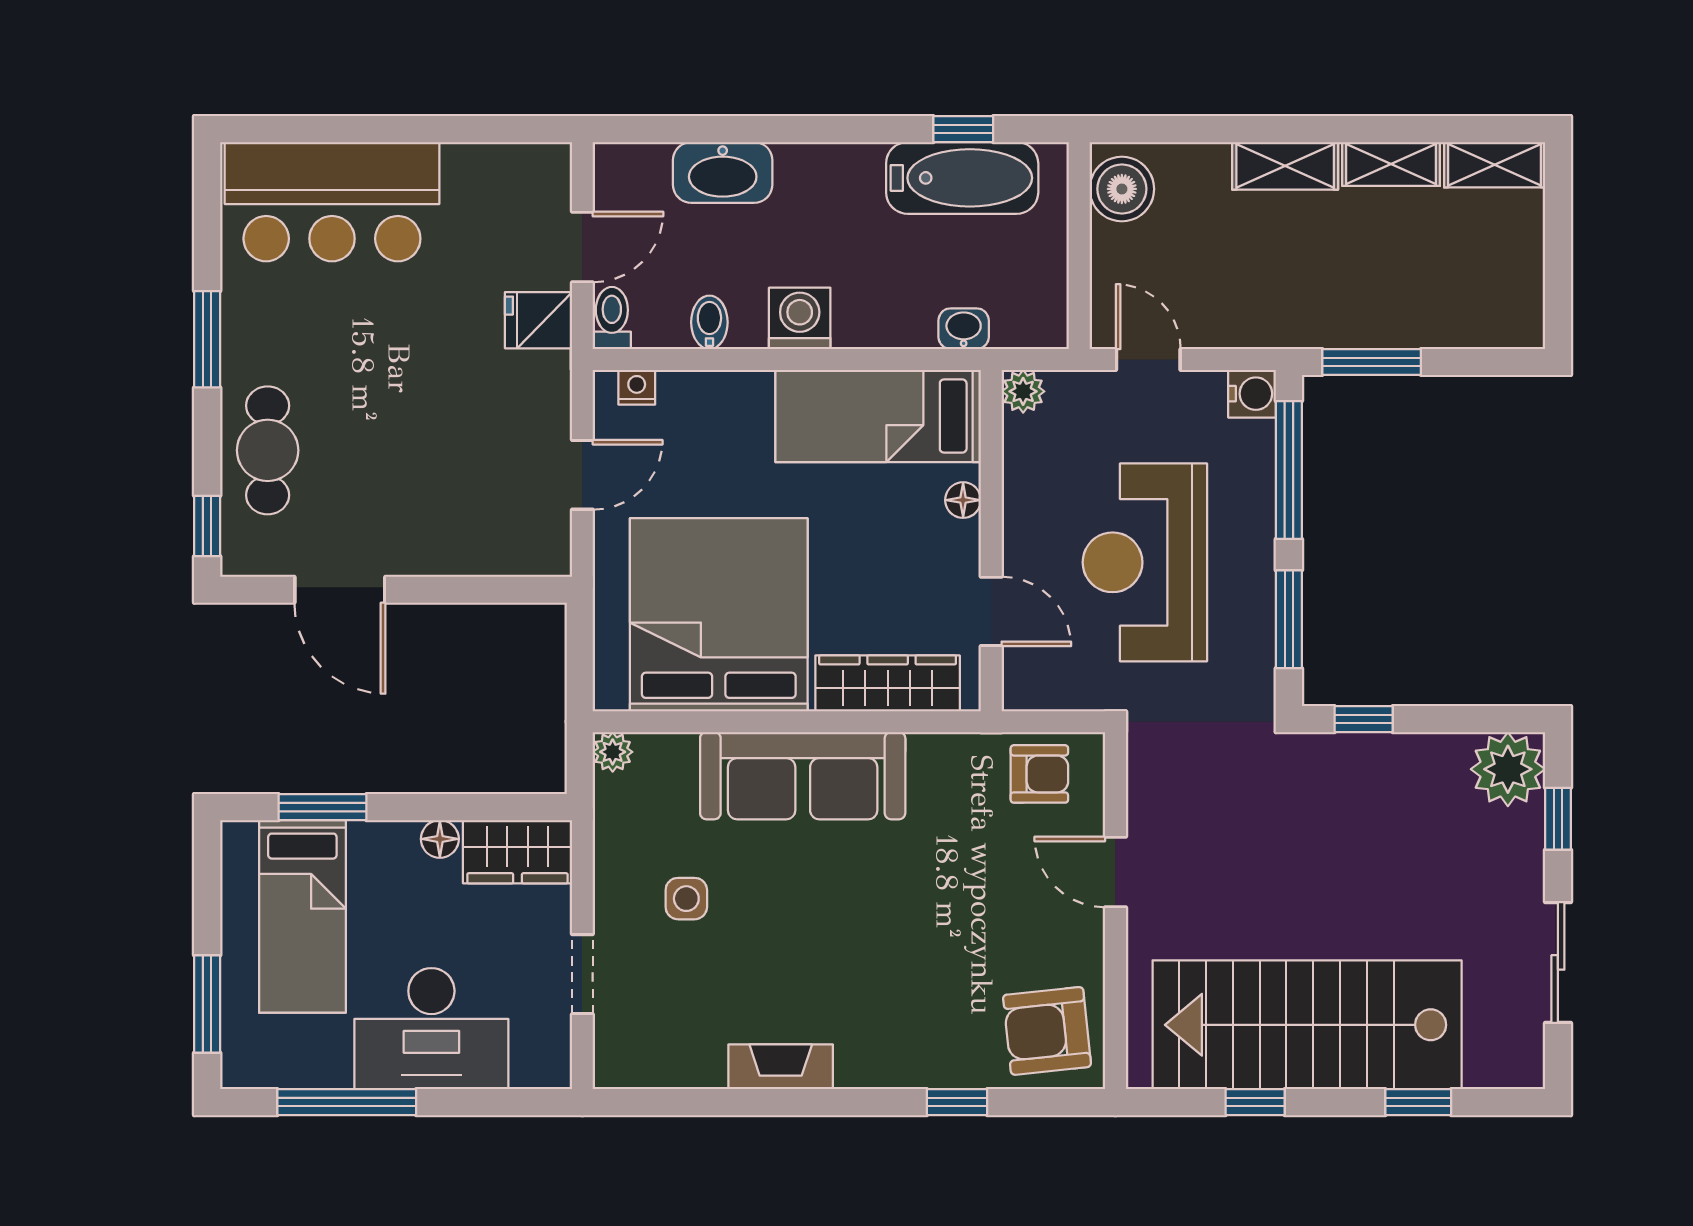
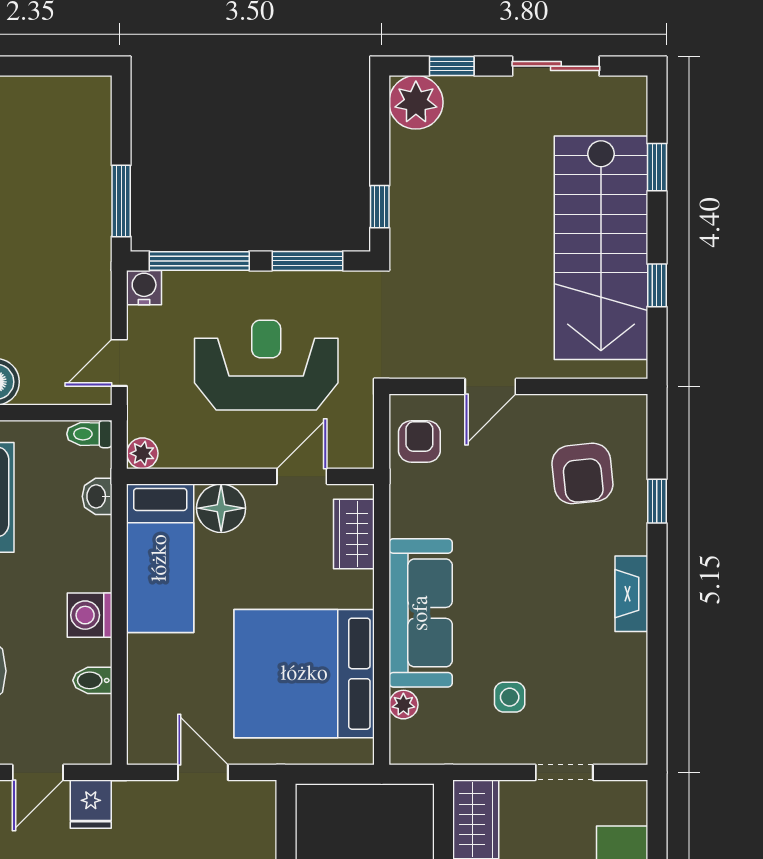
door: (582, 247) -> (38, 772), swing flipped
toilet: (612, 318) -> (89, 434), moved
nightstand: (637, 387) -> (139, 733), removed
floor lamp: (963, 500) -> (221, 508), width x1.89, depth x1.89
reception desk: (1145, 562) -> (266, 365), turned 180
wardrobe: (888, 683) -> (354, 534), width x0.67
plant: (613, 752) -> (403, 705), moved
armchair: (1047, 1031) -> (582, 473), moved
fireplace: (781, 1067) -> (631, 594), moved

